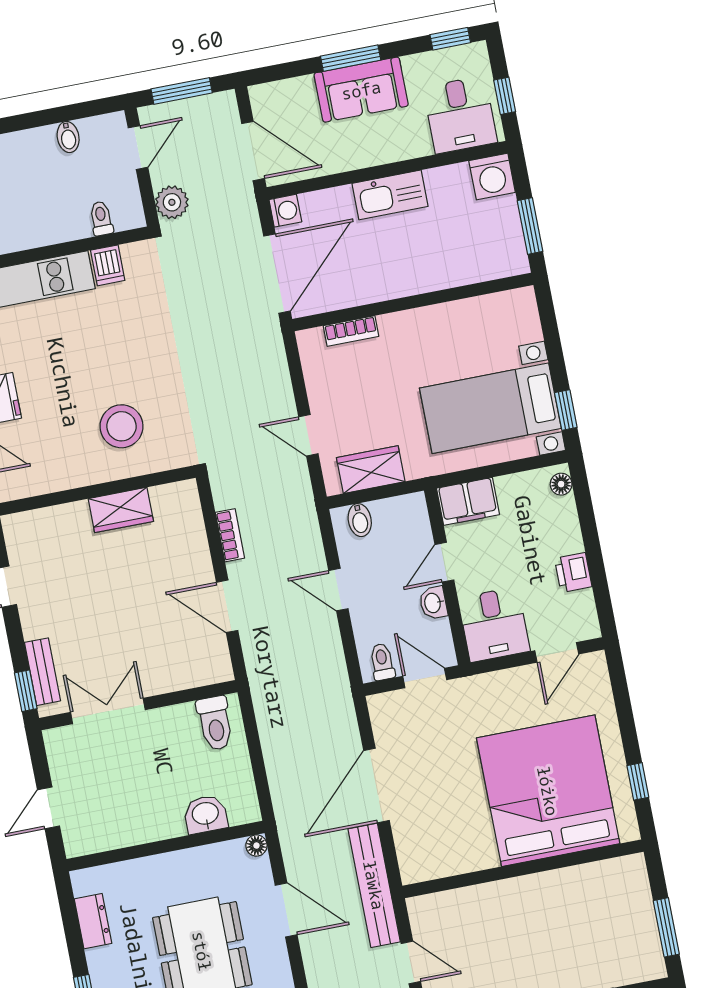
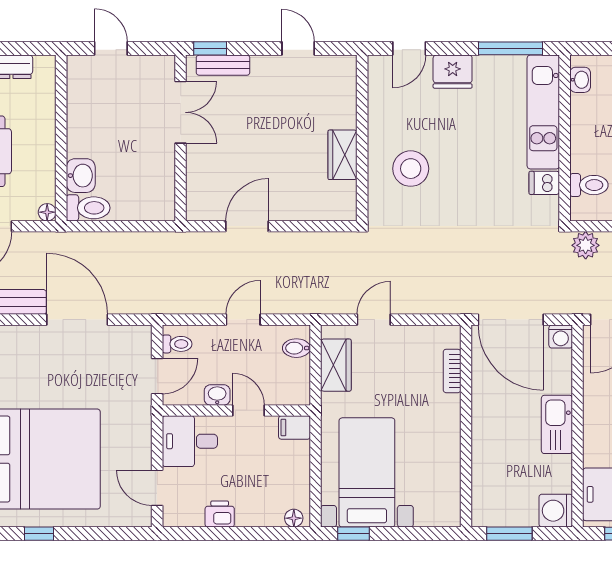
toilet: (101, 218) -> (589, 185), width x1.37, depth x1.39
filing cabinet: (468, 501) -> (294, 428), width x0.50
bookcase: (230, 535) -> (305, 240), removed
toilet: (215, 723) -> (88, 208), moved, turned 180

